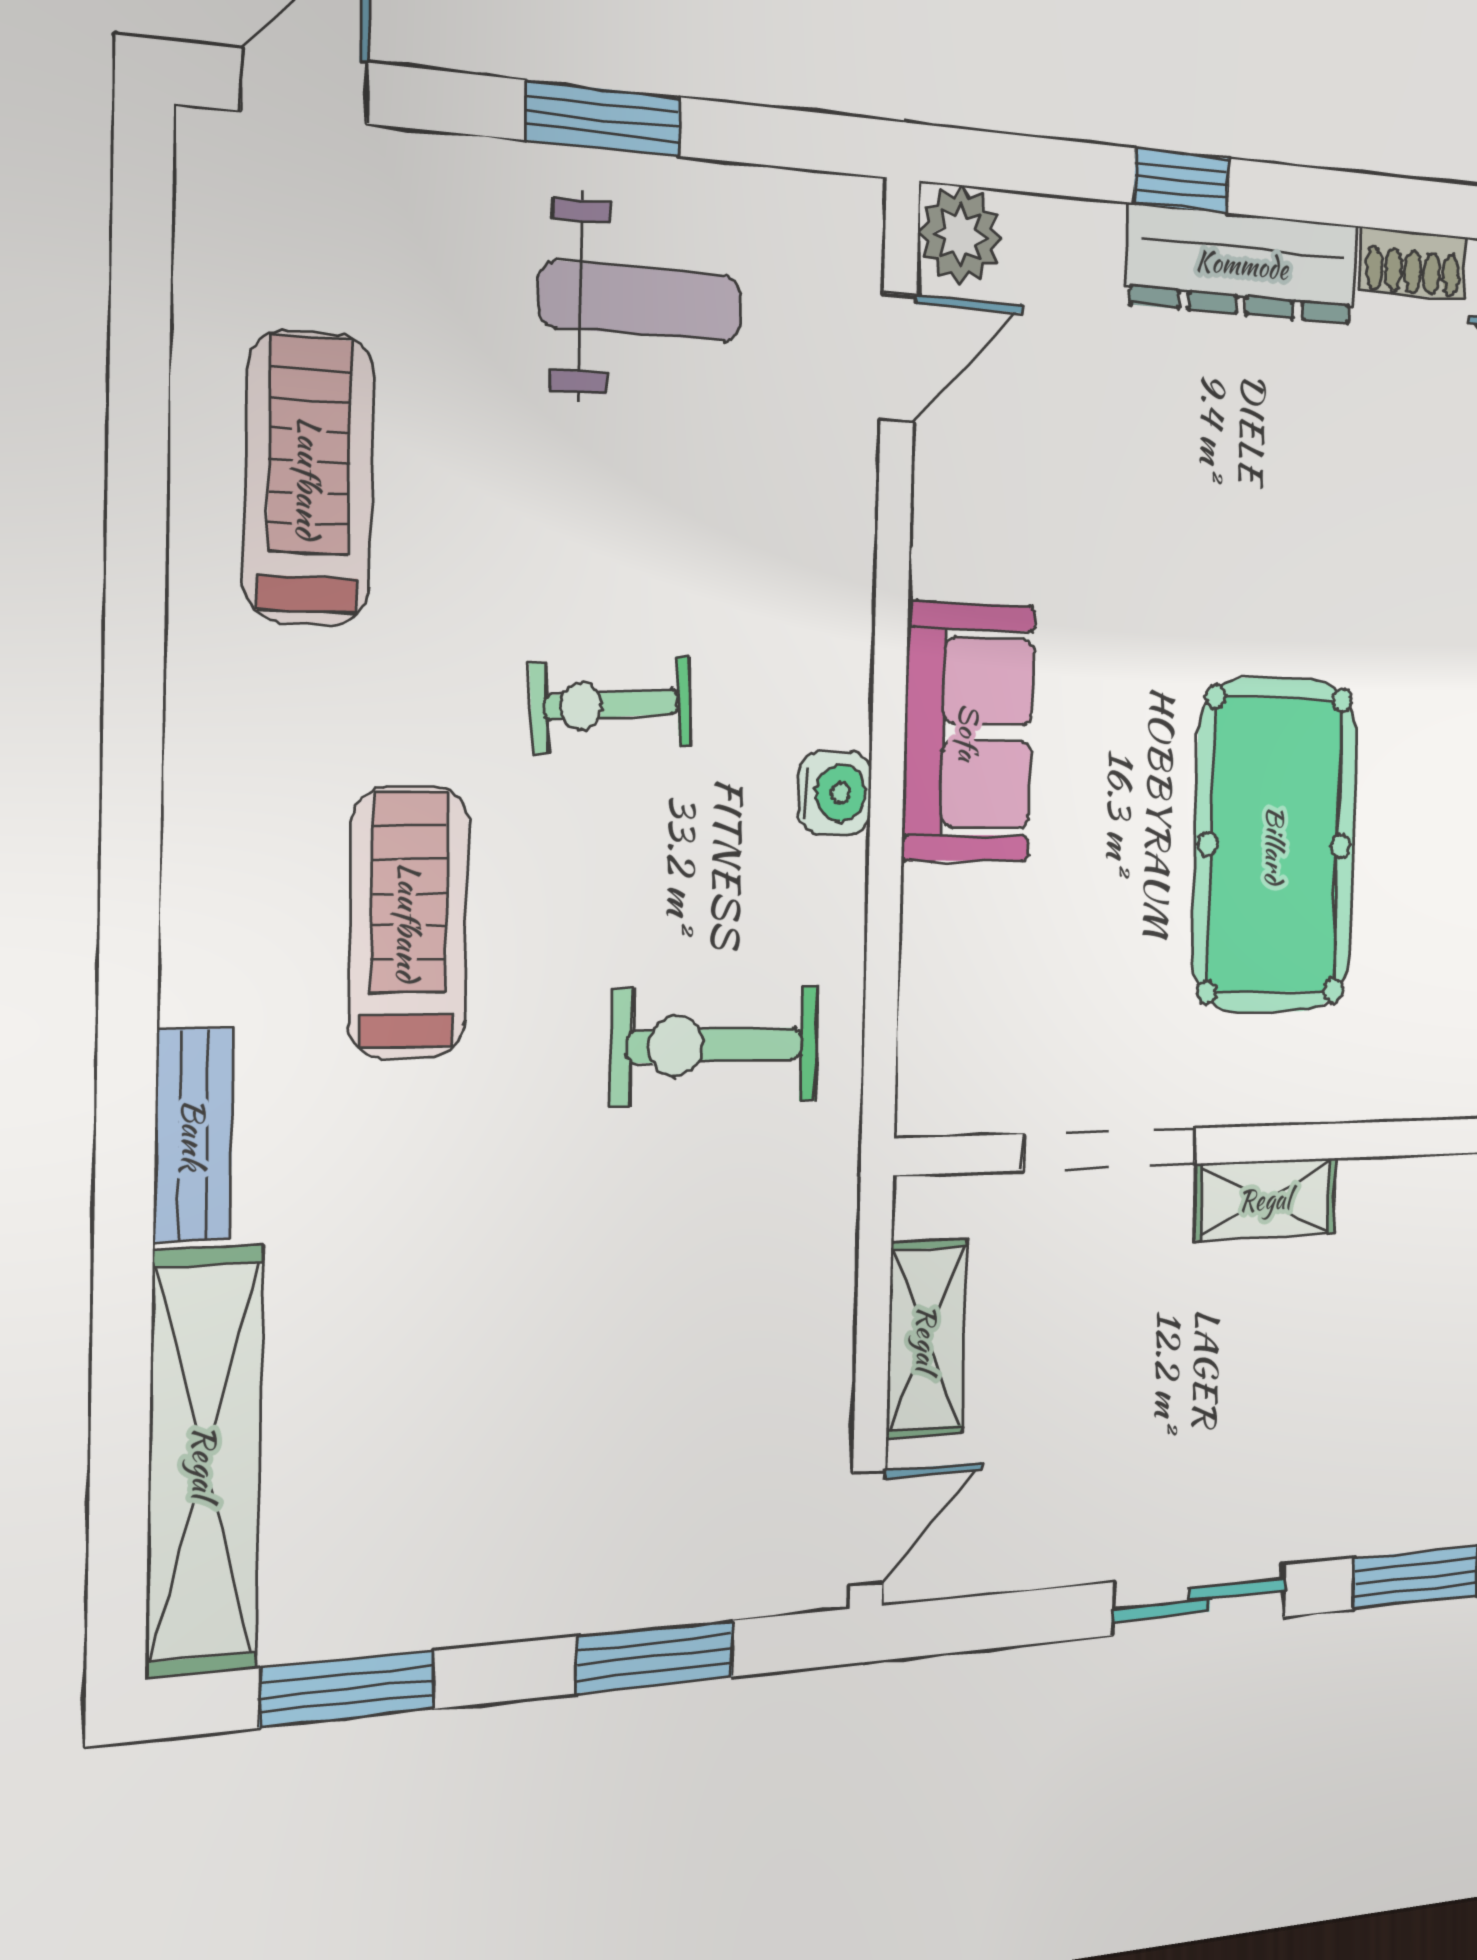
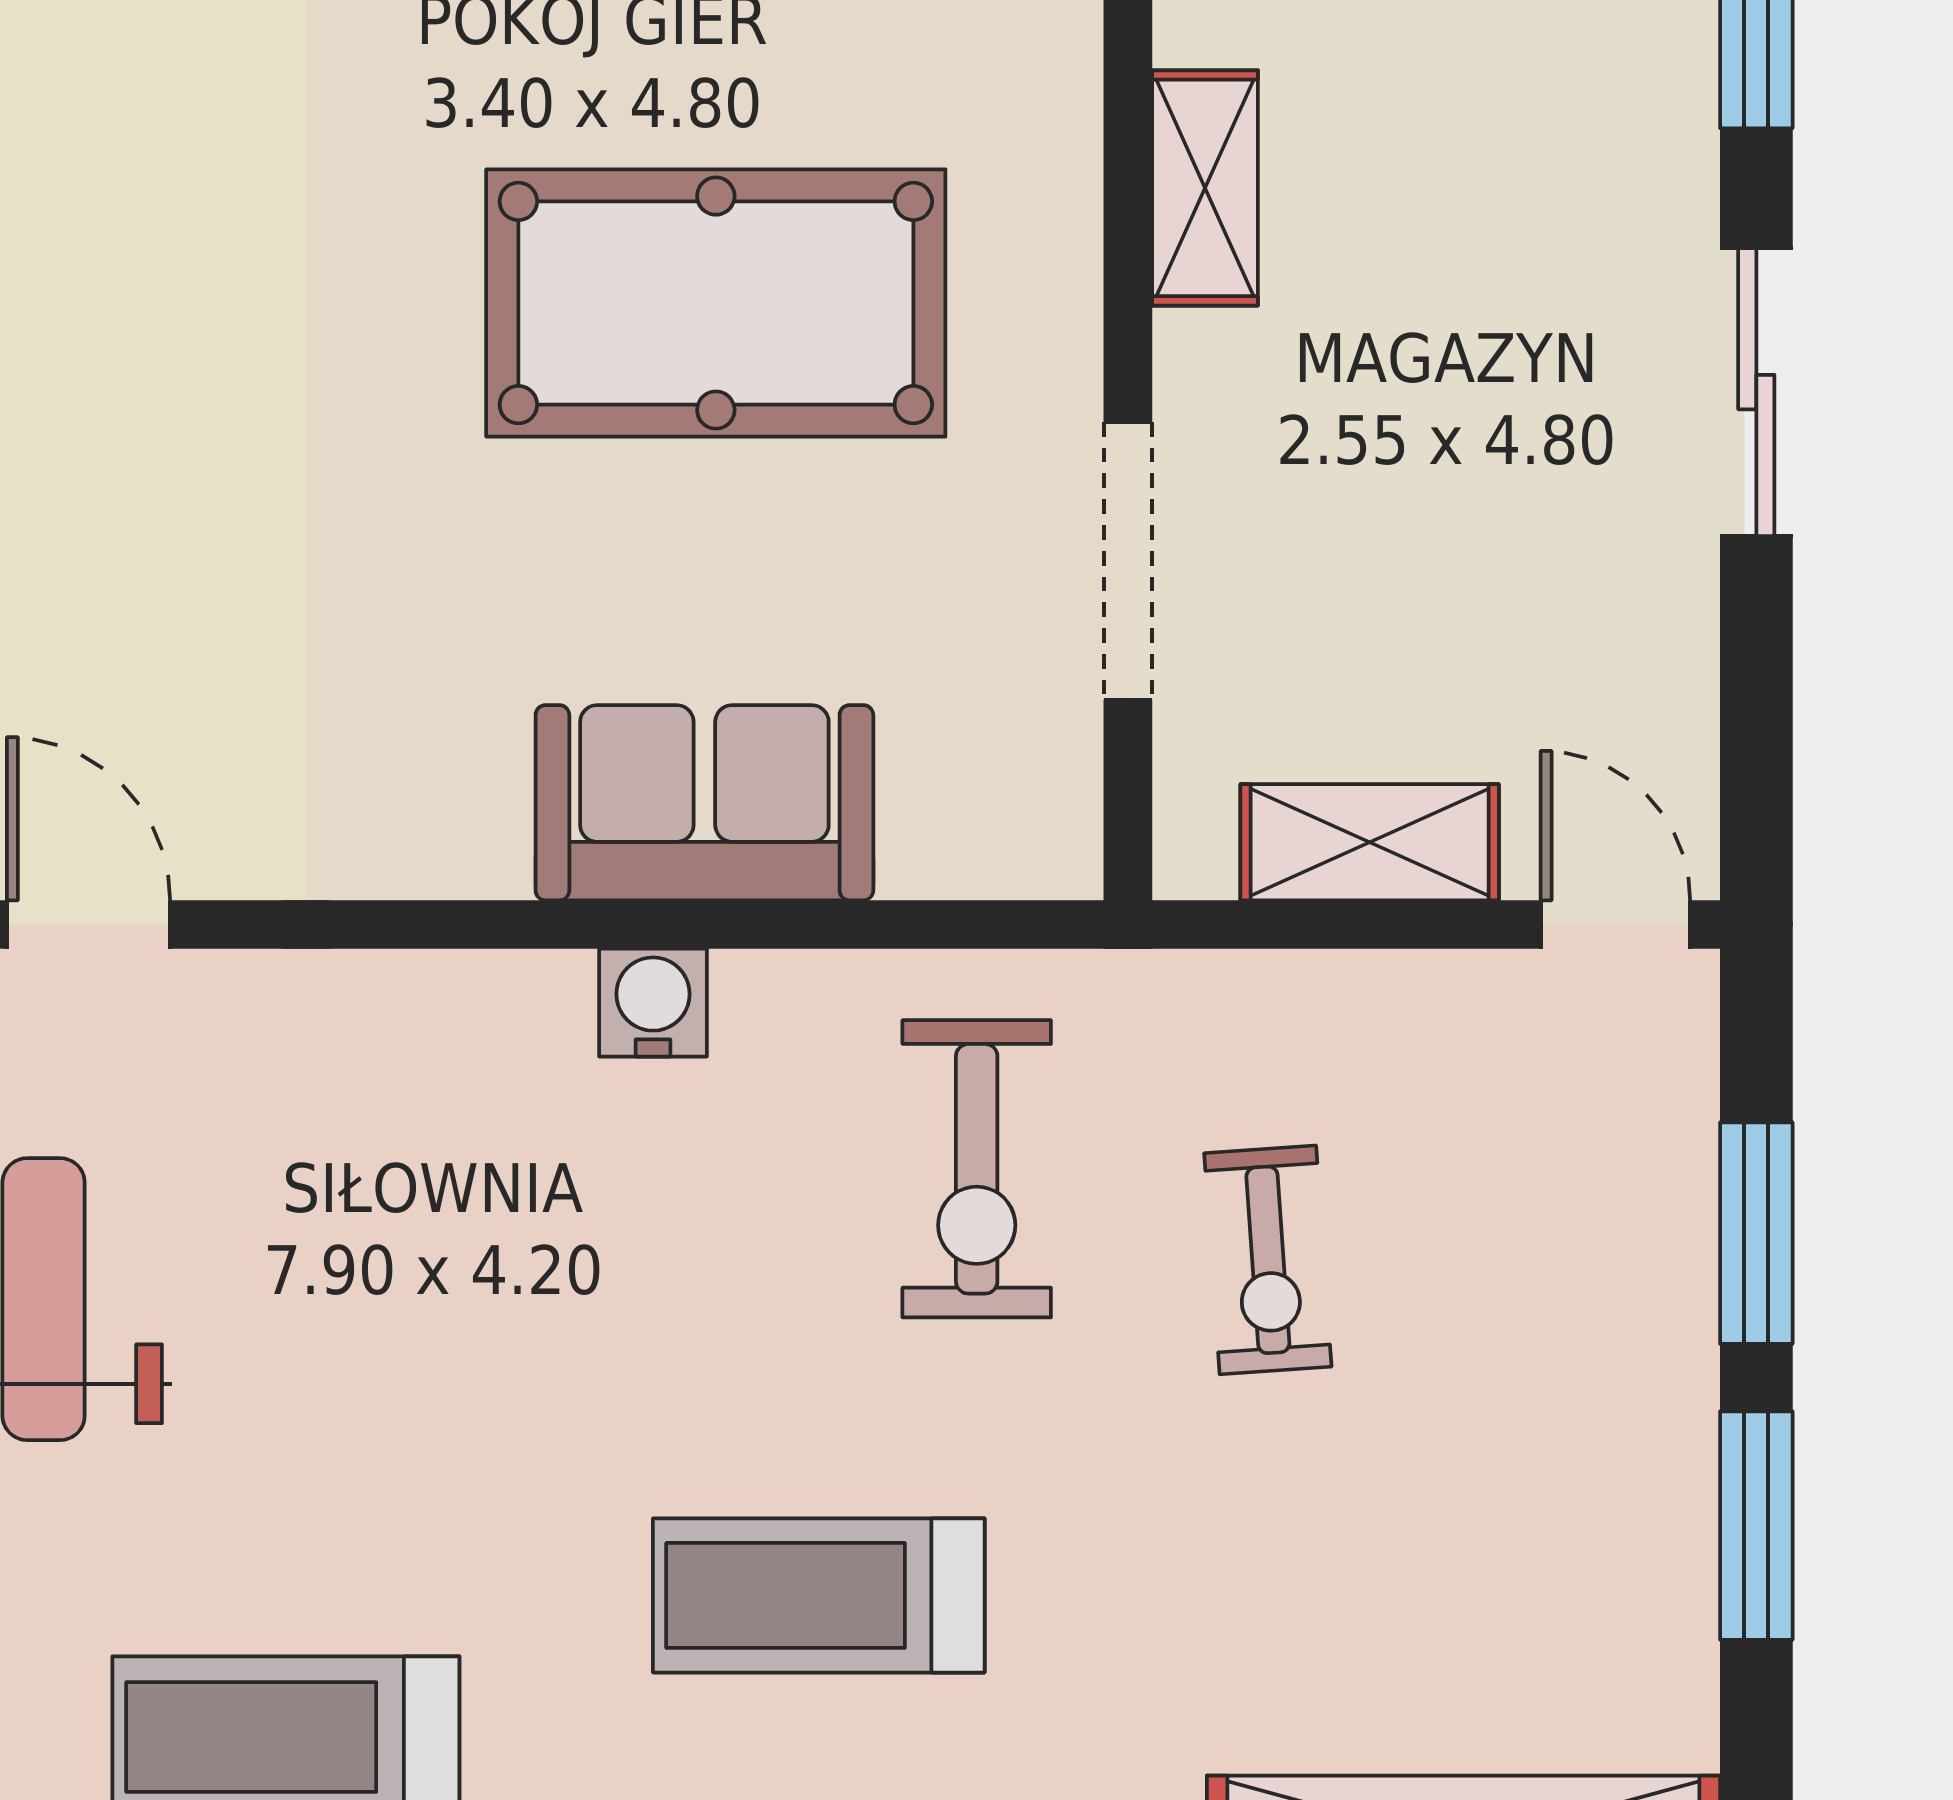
exercise bike: (611, 705) -> (1268, 1260), moved
sofa: (969, 732) -> (704, 803), moved
shelving: (1265, 1199) -> (1205, 188), moved
window: (348, 1689) -> (1756, 1526), moved

